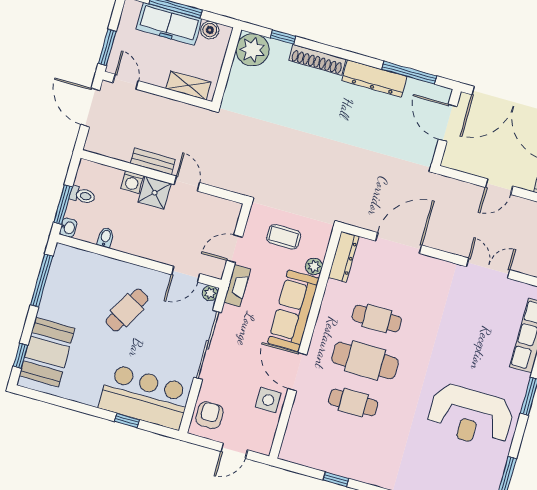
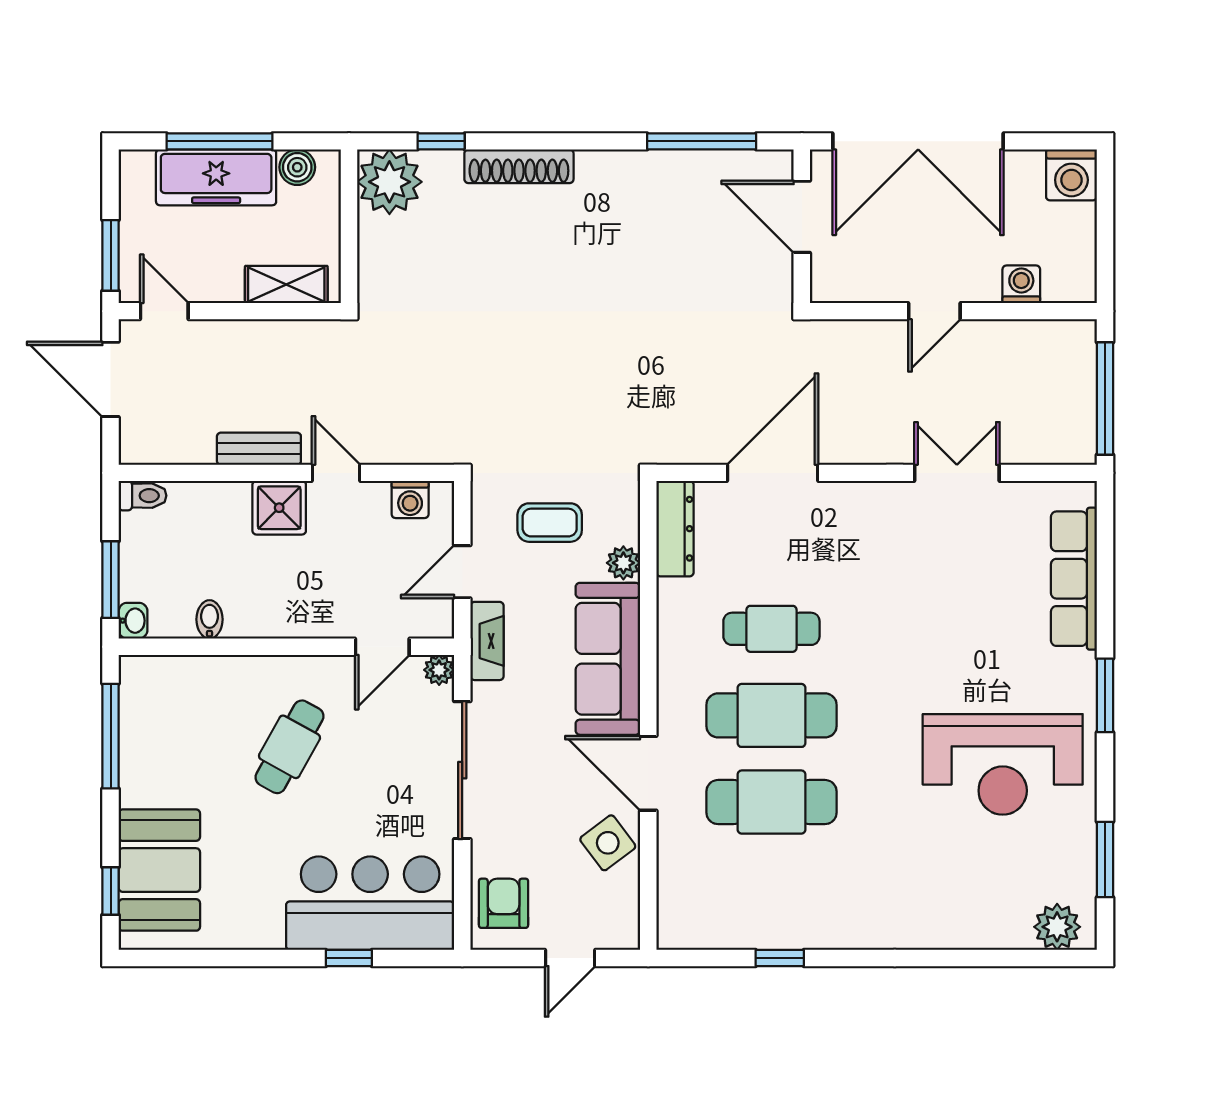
dresser: (374, 78) -> (638, 171), removed
washing machine: (132, 182) -> (410, 499), moved
toilet: (82, 195) -> (143, 496), moved
side table: (268, 400) -> (608, 843), turned -37
cafe table: (353, 403) -> (771, 802), width x1.37, depth x1.35

